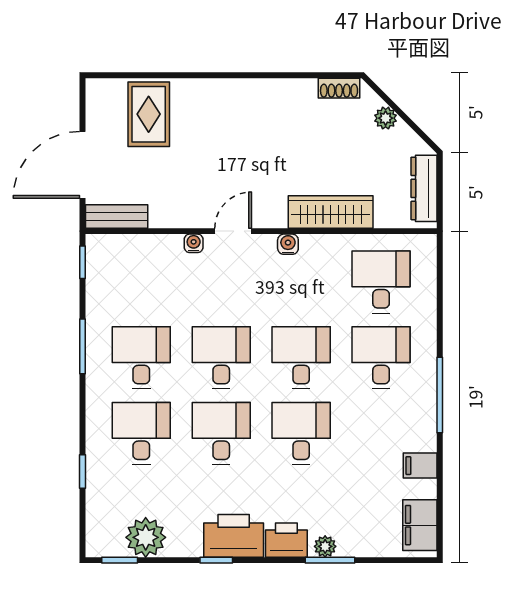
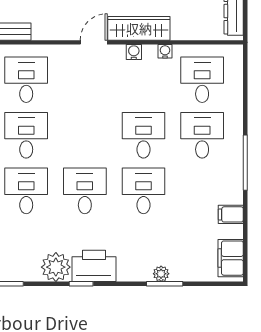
wardrobe: (331, 212) -> (139, 28), moved
water cooler: (194, 243) -> (165, 51), moved
desk: (221, 358) -> (26, 80), moved
plant: (146, 537) -> (56, 267), moved
printer: (286, 540) -> (133, 269), removed

